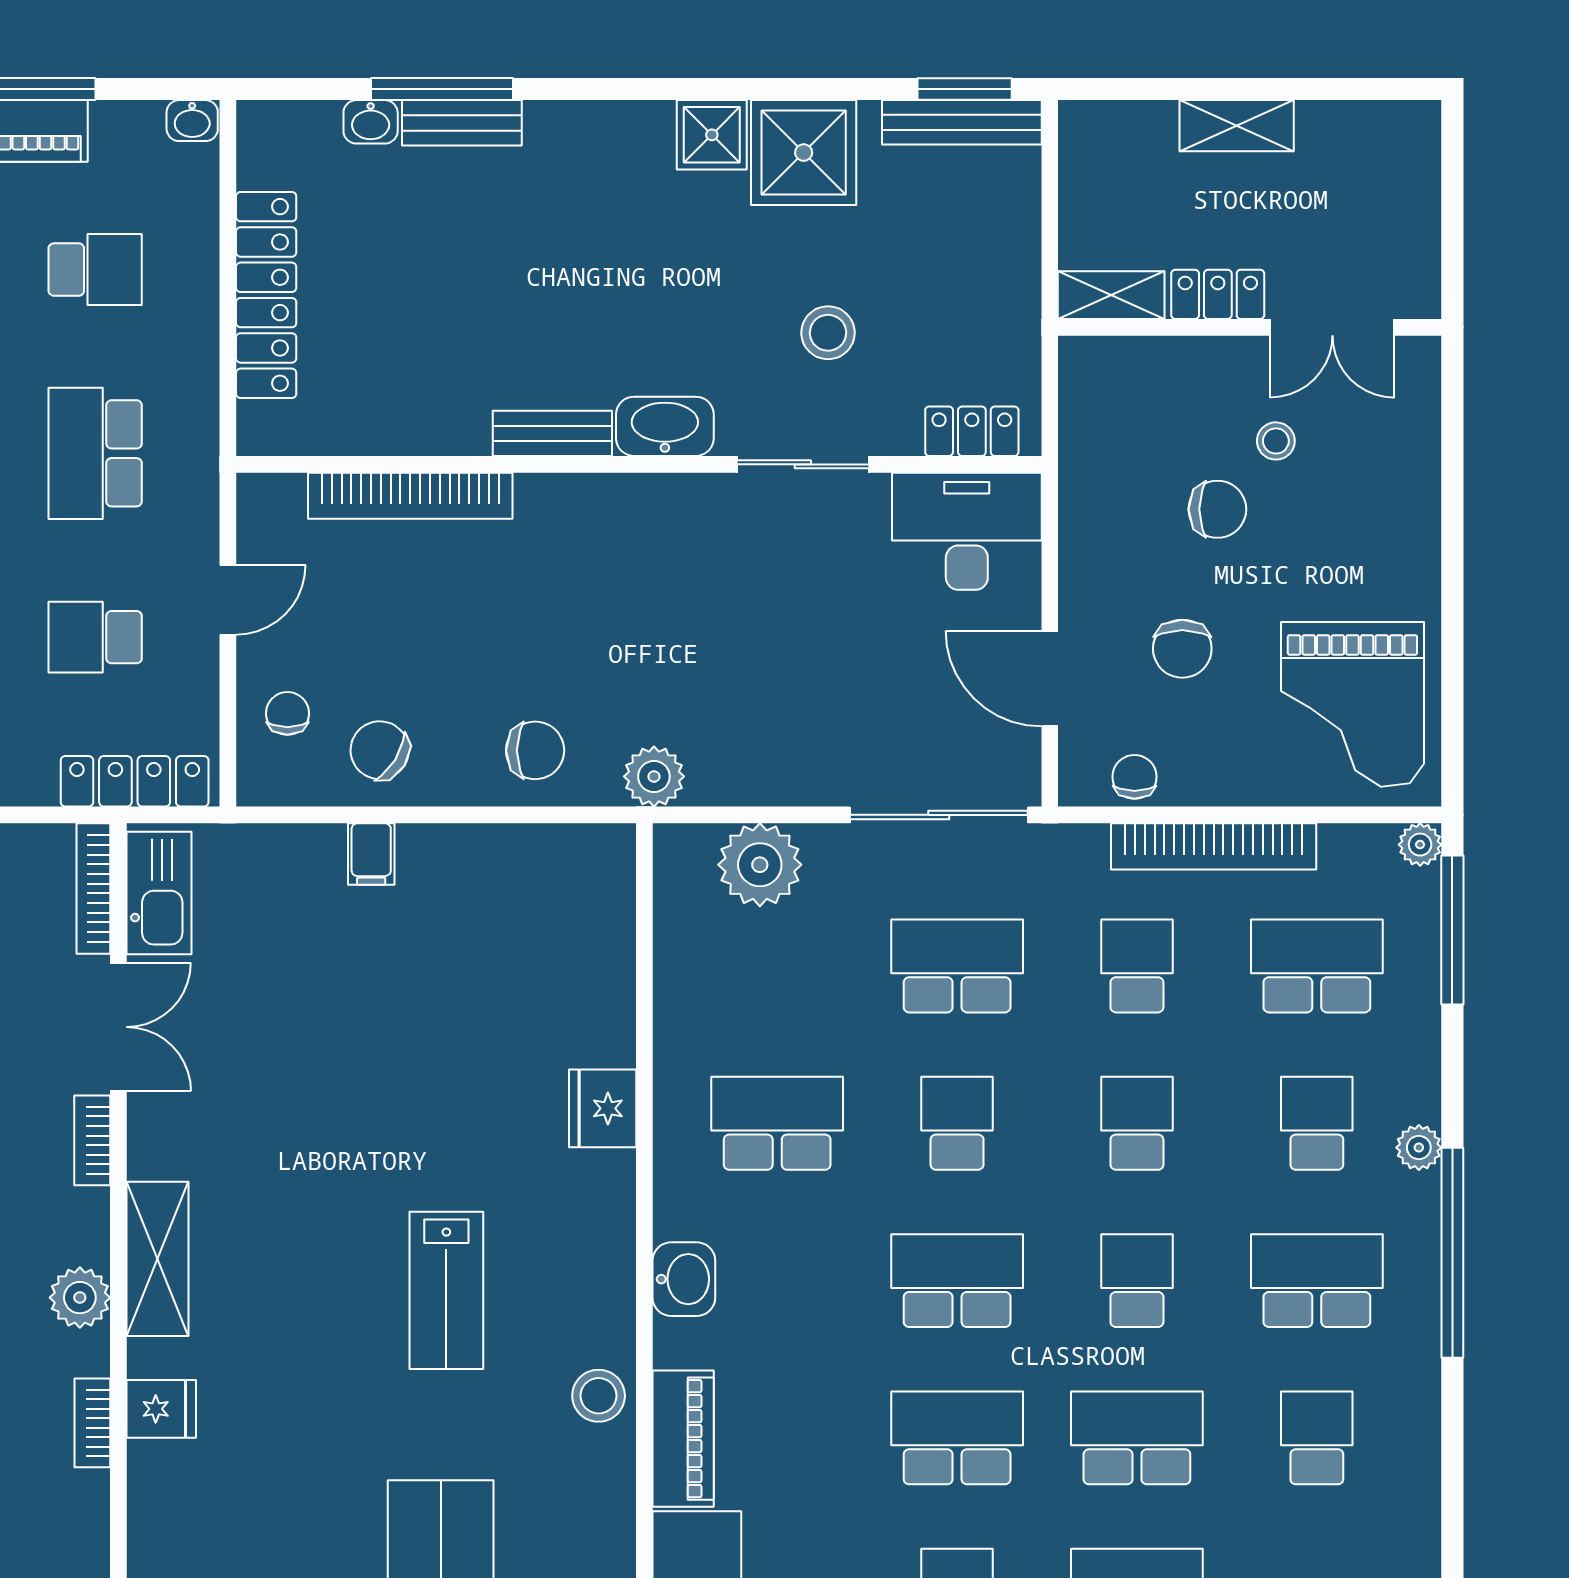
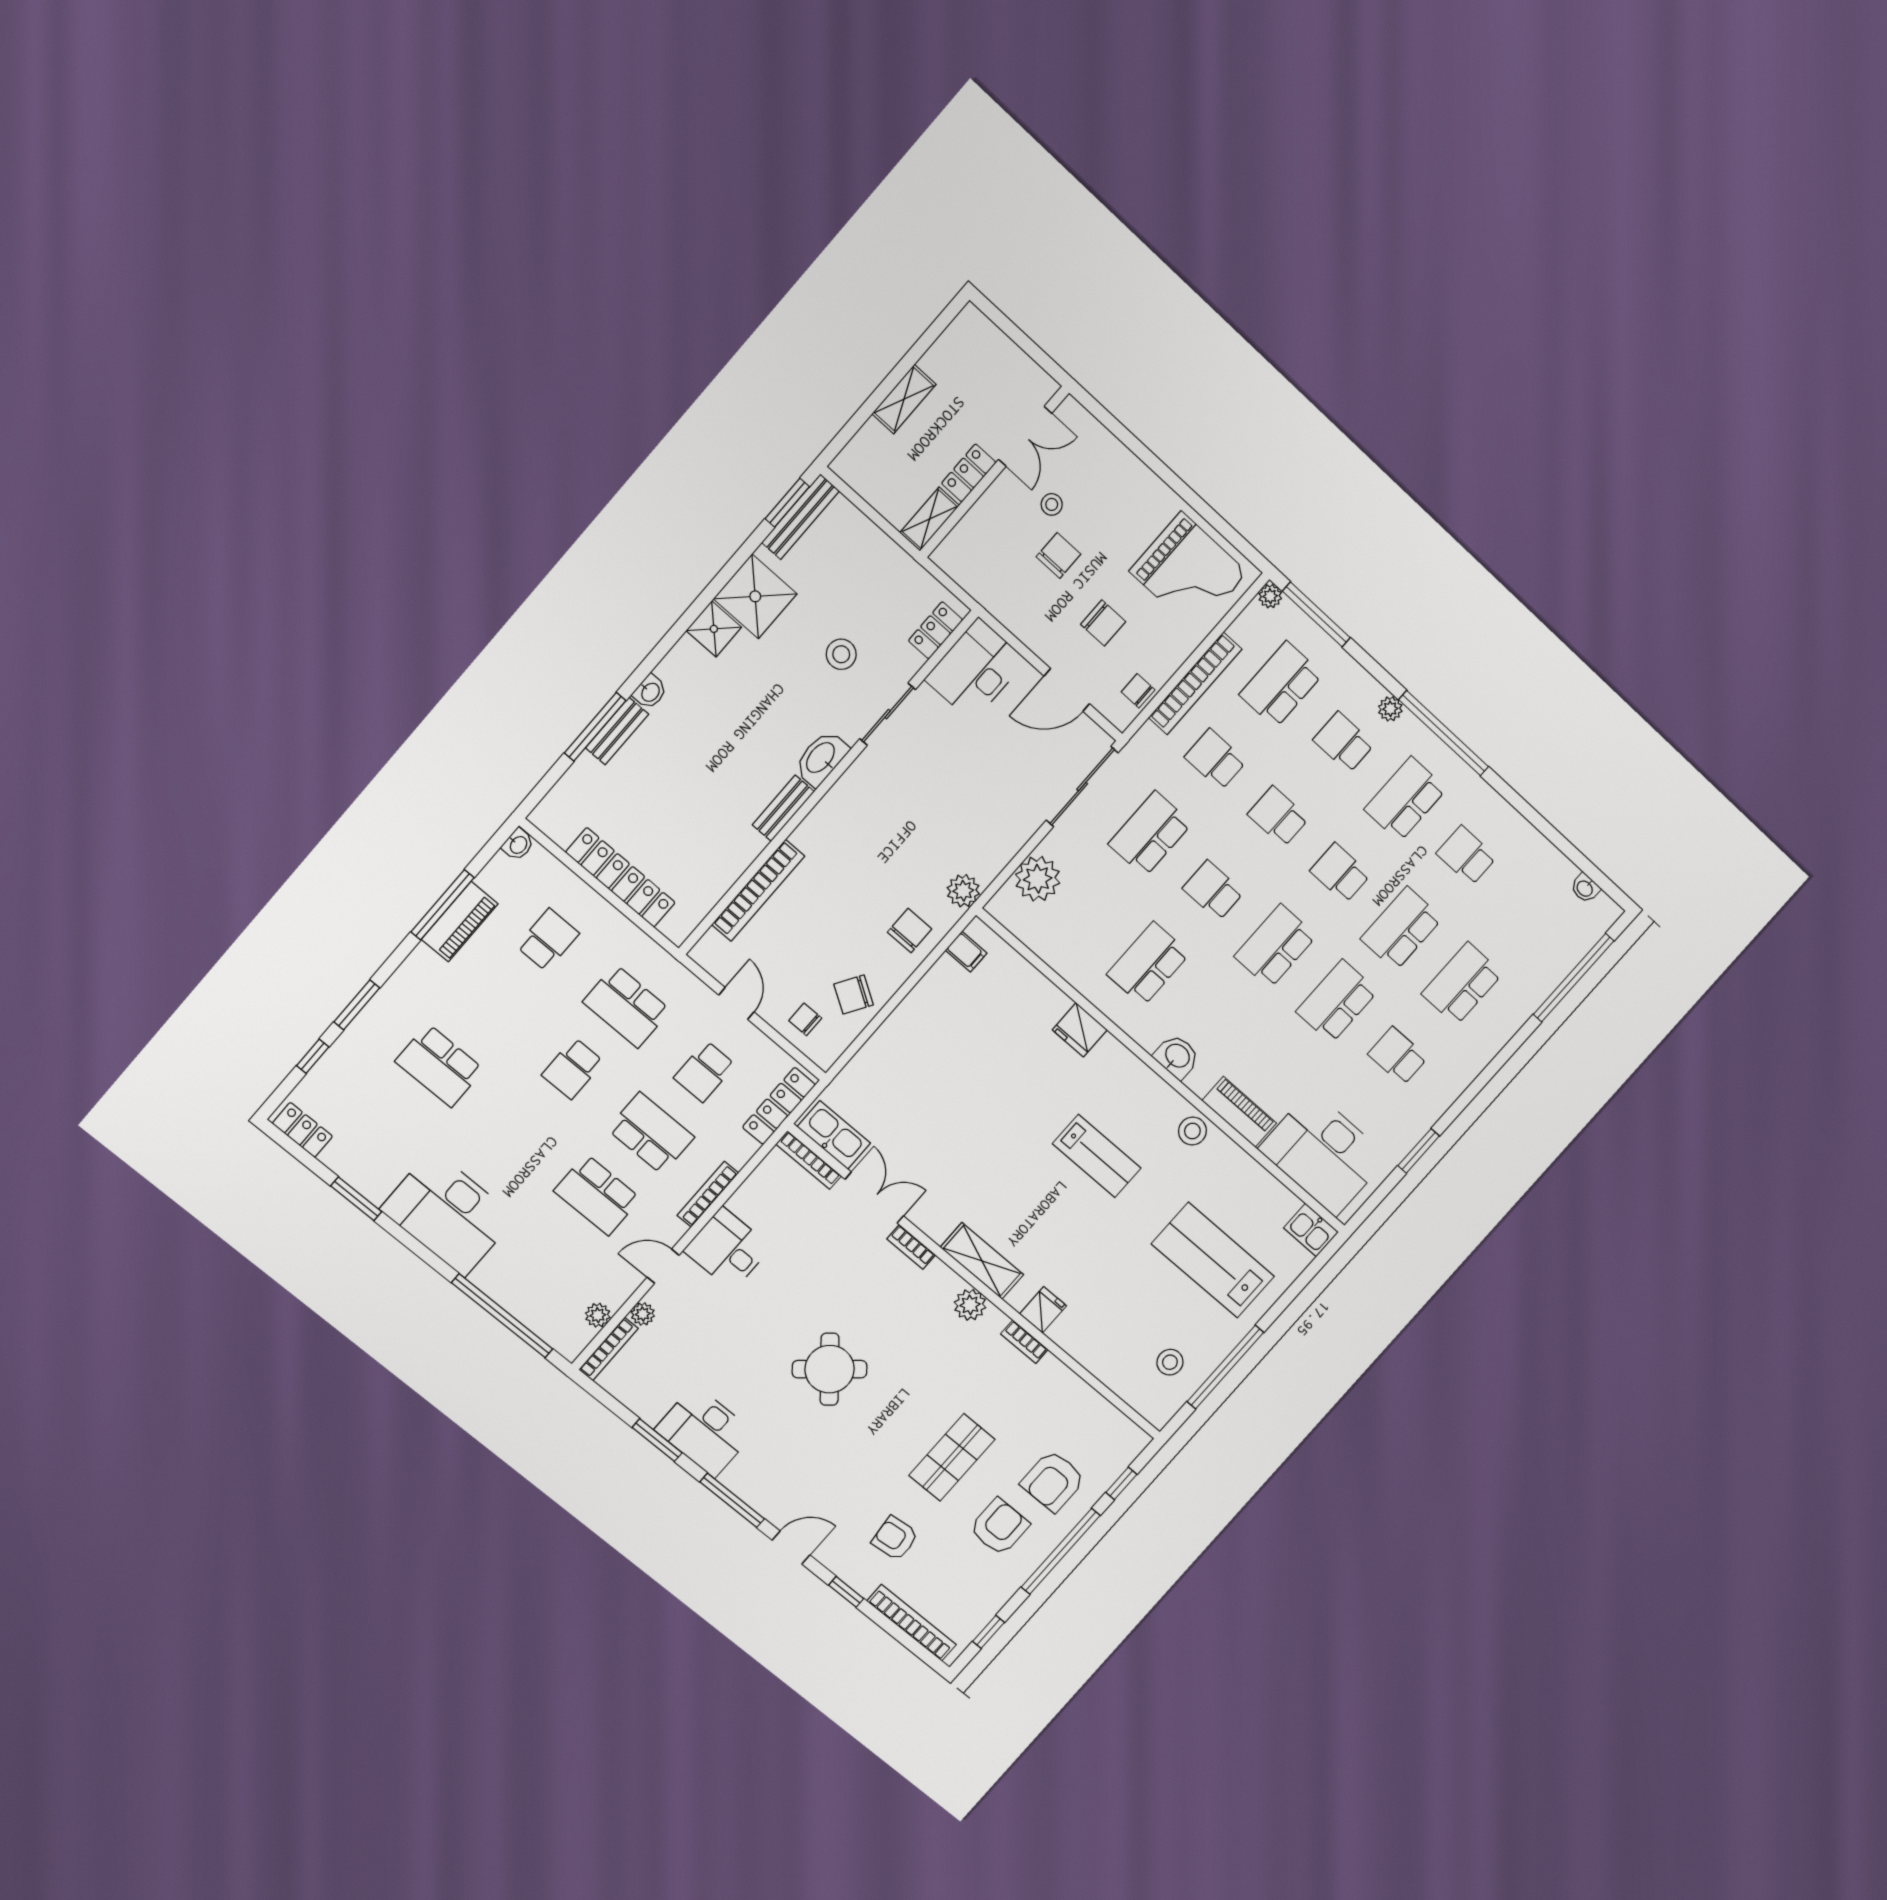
washbasin: (371, 122) -> (650, 692), moved
filing cabinet: (371, 854) -> (966, 952), moved

